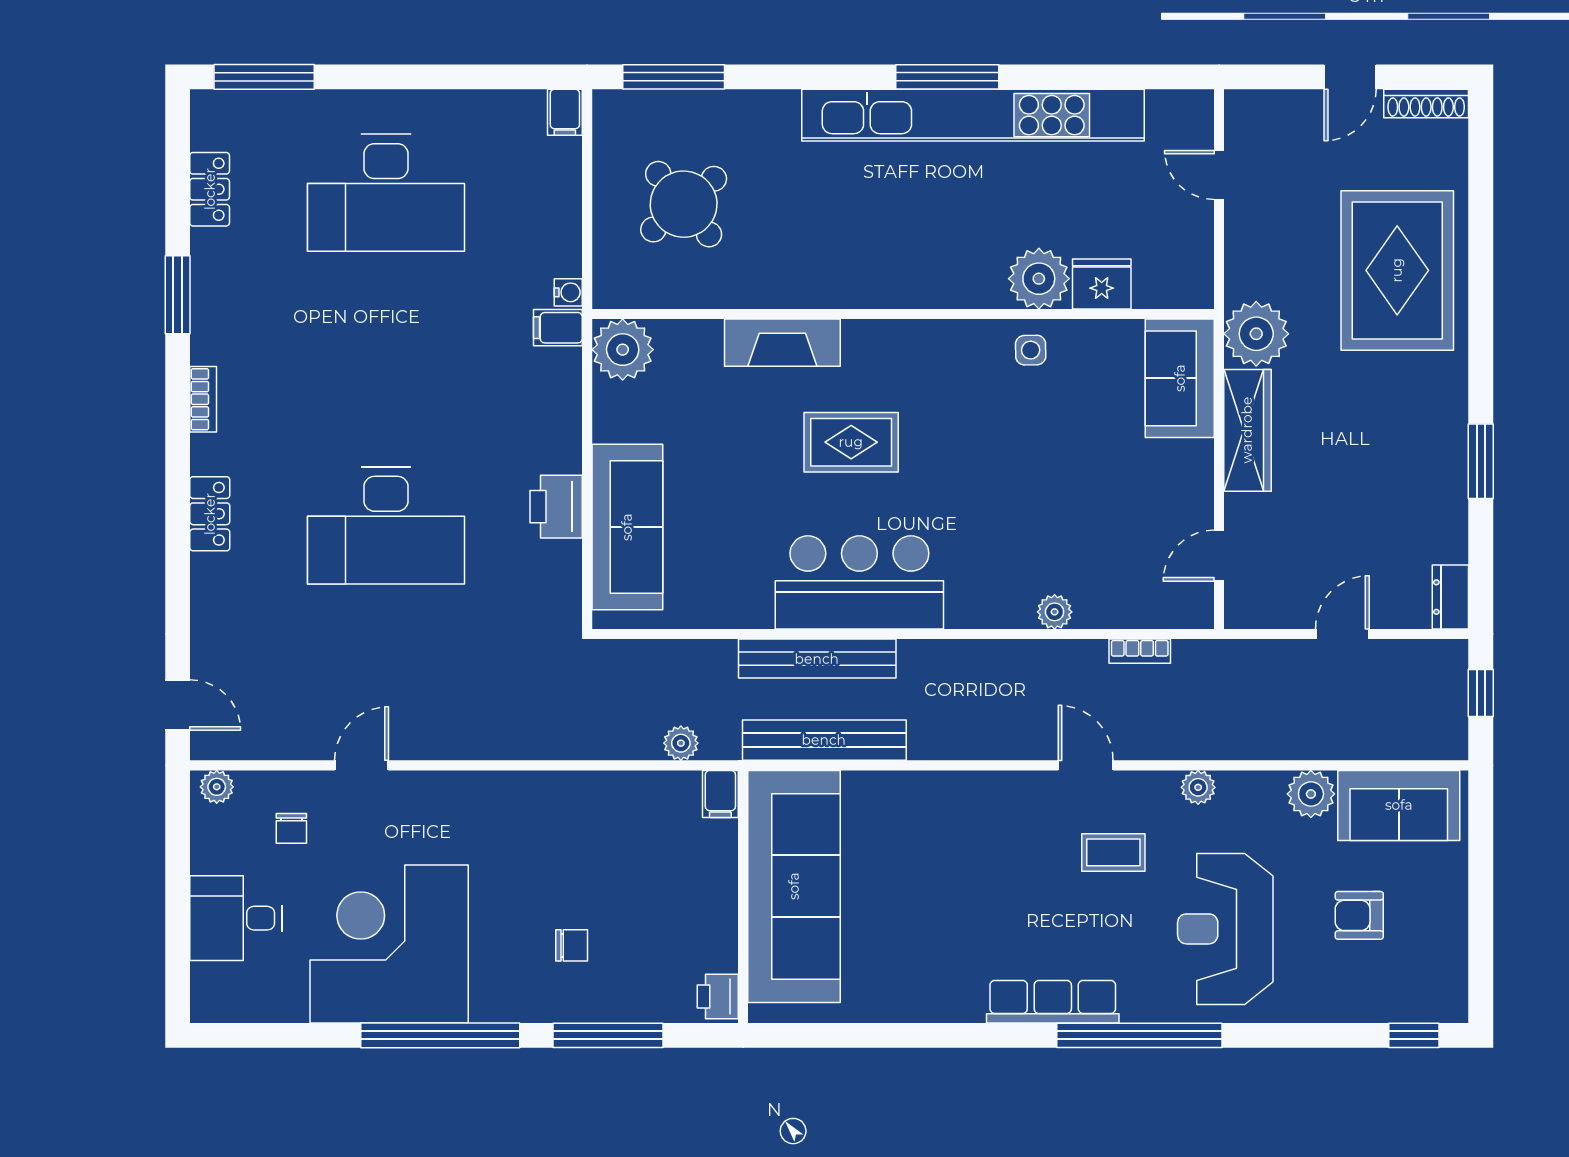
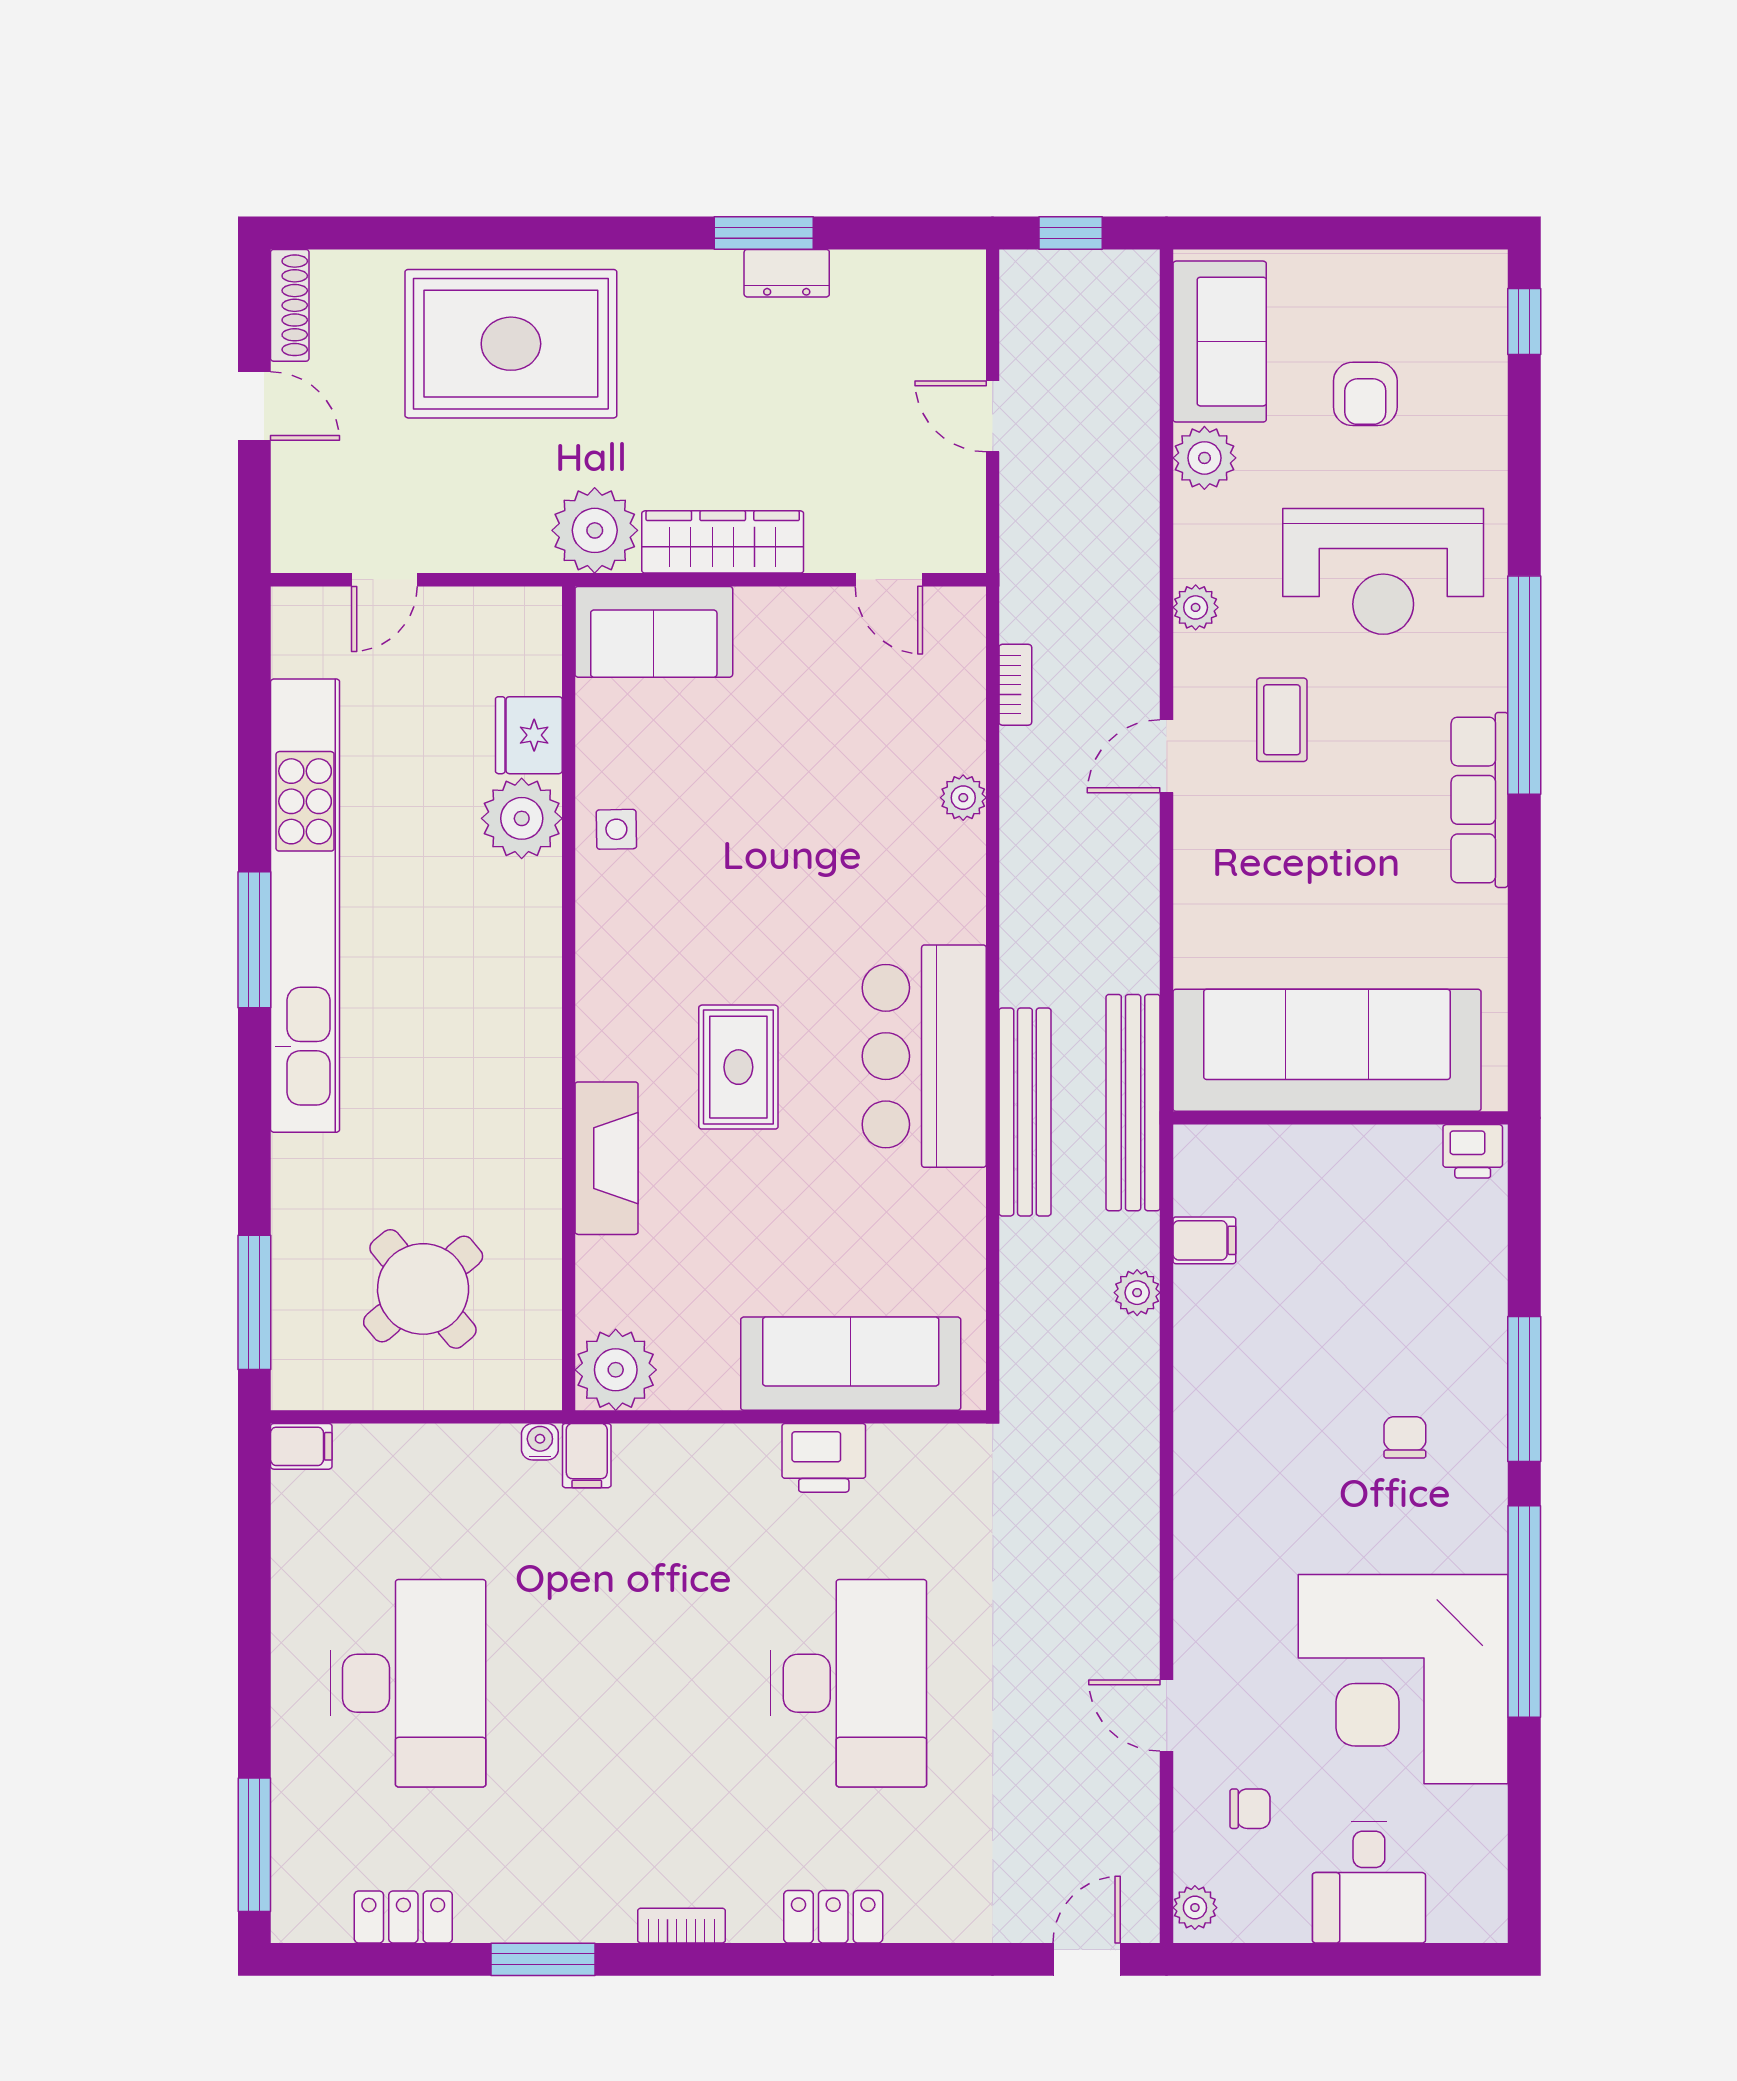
dresser: (1450, 597) -> (787, 273), moved
sofa: (794, 886) -> (1327, 1050), moved
wall: (743, 897) -> (1340, 1118), moved
printer: (718, 997) -> (1473, 1151), moved

